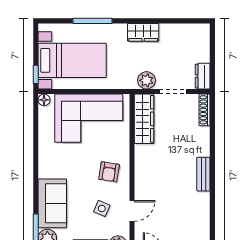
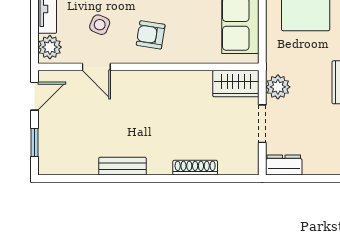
shoe rack: (205, 110) -> (195, 168), moved
wardrobe: (144, 119) -> (236, 84), width x0.67
bench: (203, 174) -> (122, 166), moved

